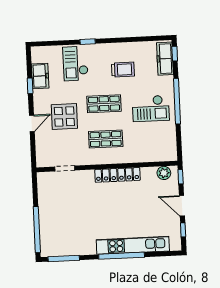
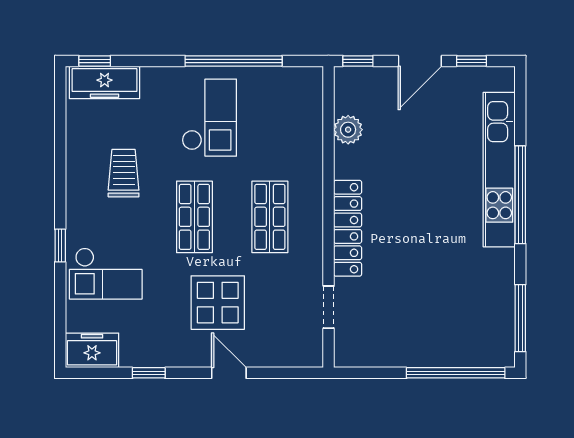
freezer: (40, 76) -> (92, 350), moved
window: (177, 101) -> (234, 61), moved
plant: (164, 173) -> (348, 130), moved
locker: (117, 175) -> (348, 228), moved

